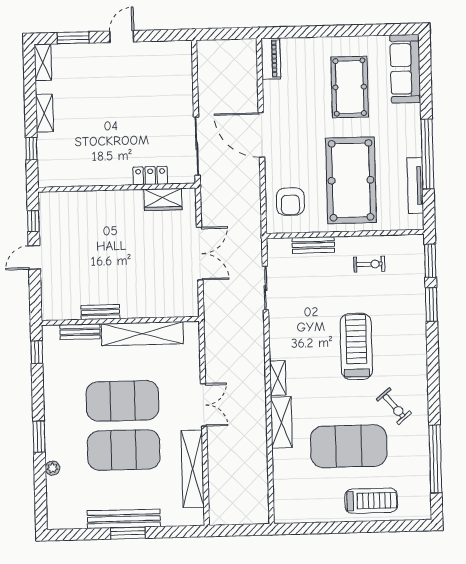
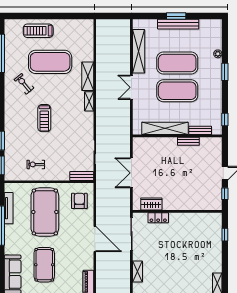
shelving: (44, 113) -> (137, 272), moved
bench: (313, 245) -> (82, 176), moved
treadmill: (356, 346) -> (44, 118), width x0.73, depth x0.73

